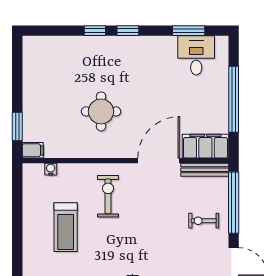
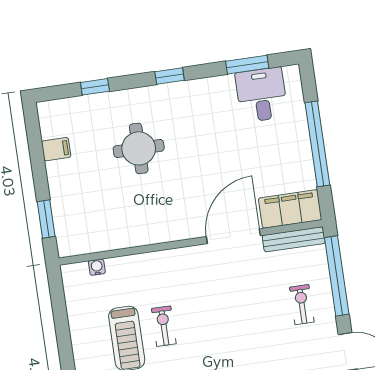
window: (95, 31) -> (95, 87), moved
round table: (101, 111) -> (139, 148), moved
filing cabinet: (33, 150) -> (56, 149), moved
exercise bike: (108, 196) -> (164, 326), moved, width x0.73, depth x0.72
exercise bike: (204, 221) -> (302, 305), turned 90

